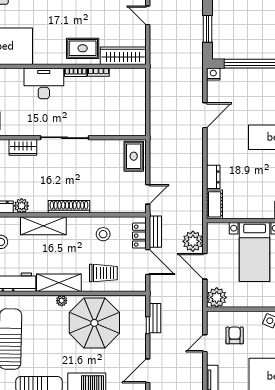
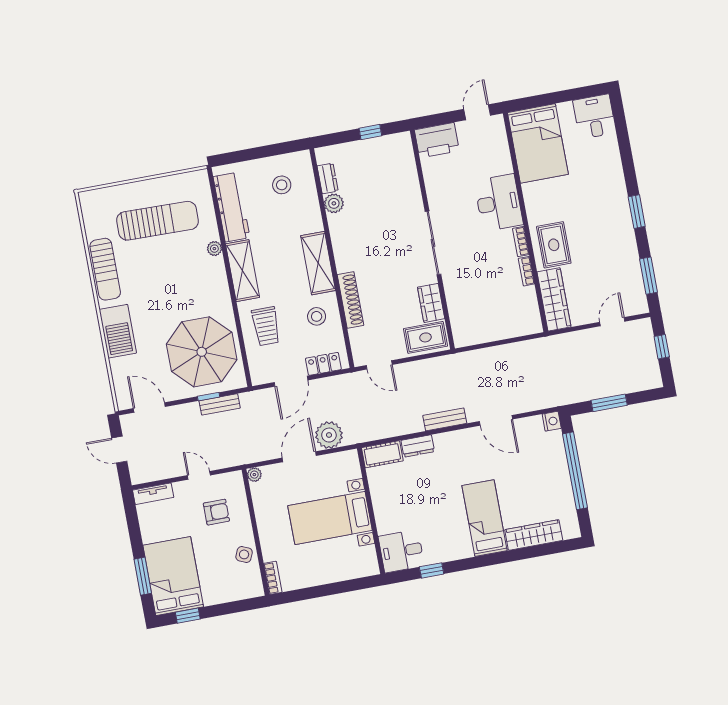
wardrobe: (23, 147) -> (431, 303), moved
shoe rack: (69, 207) -> (350, 300), moved
shelving: (43, 226) -> (318, 263), moved
bench: (155, 232) -> (445, 419), moved
plant: (217, 297) -> (254, 475), width x0.53, depth x0.53
plant: (62, 301) -> (214, 249), moved
parasol: (94, 323) -> (202, 352), moved

